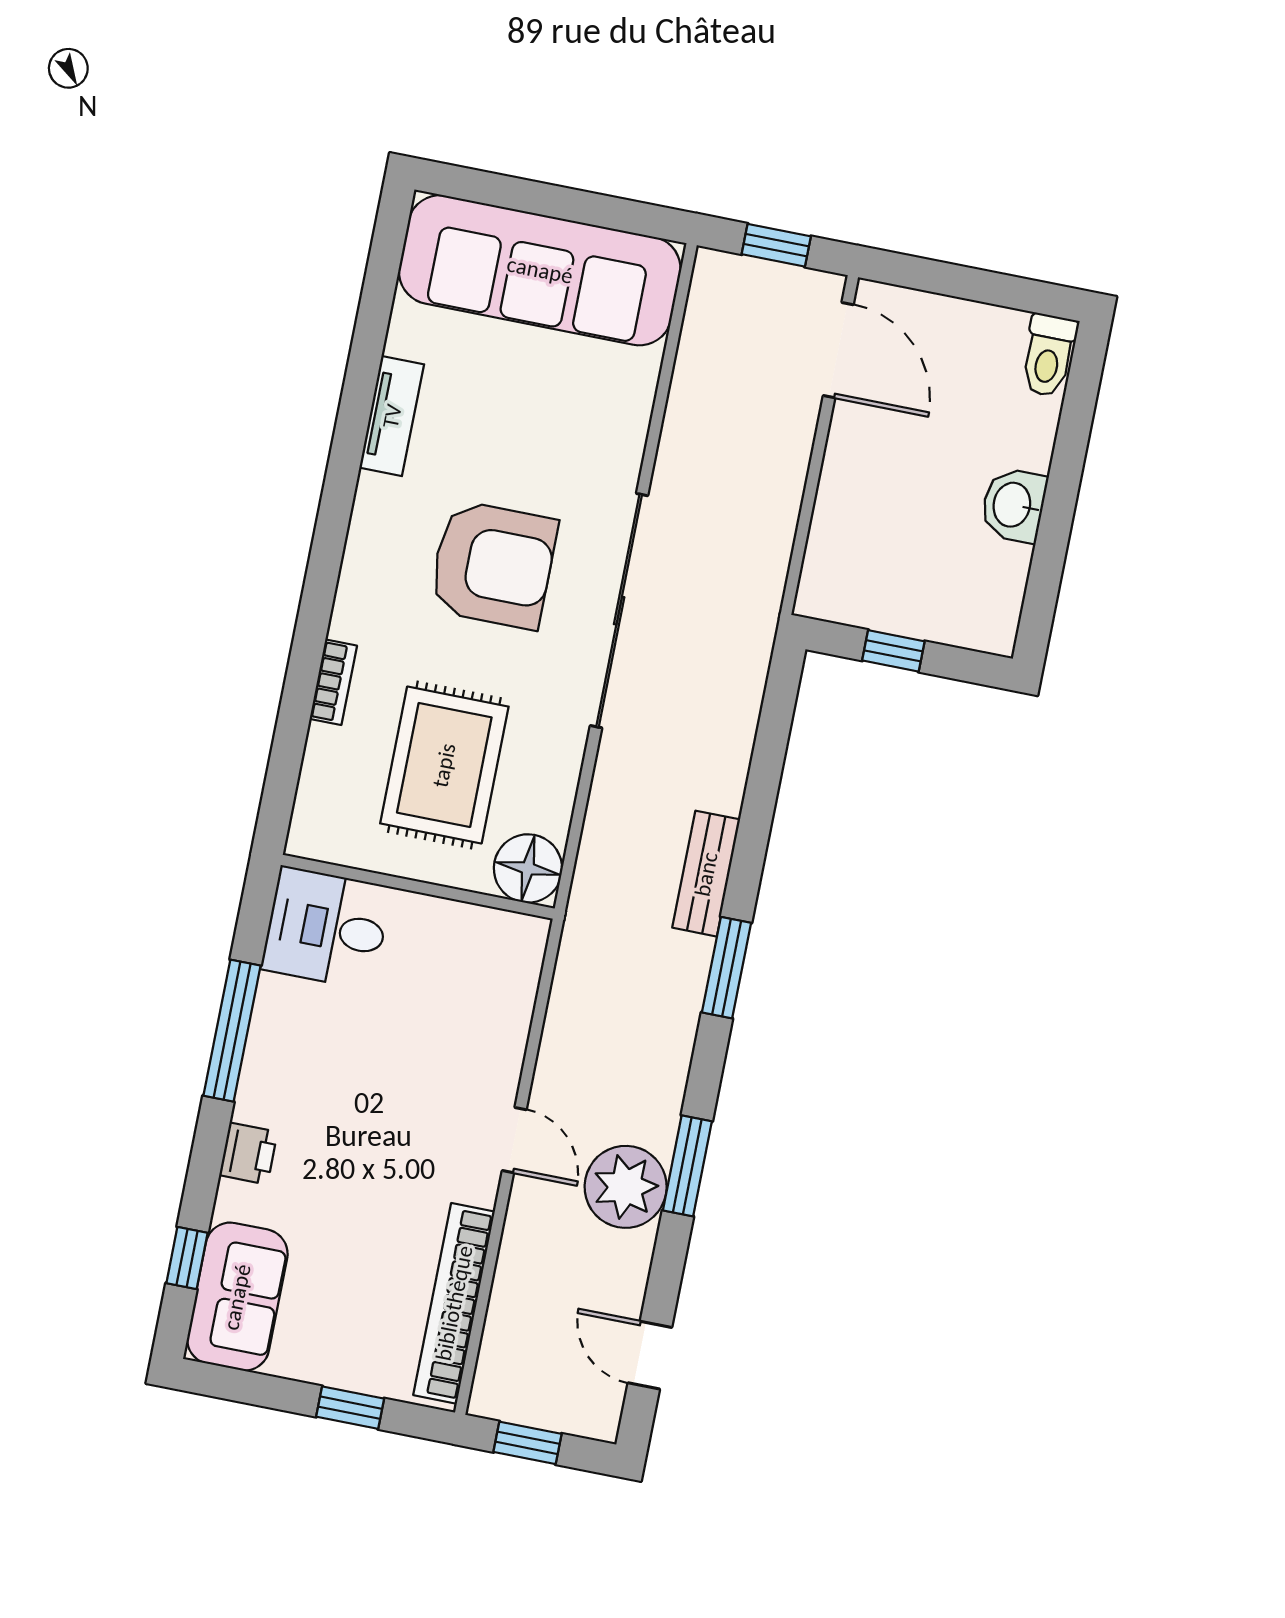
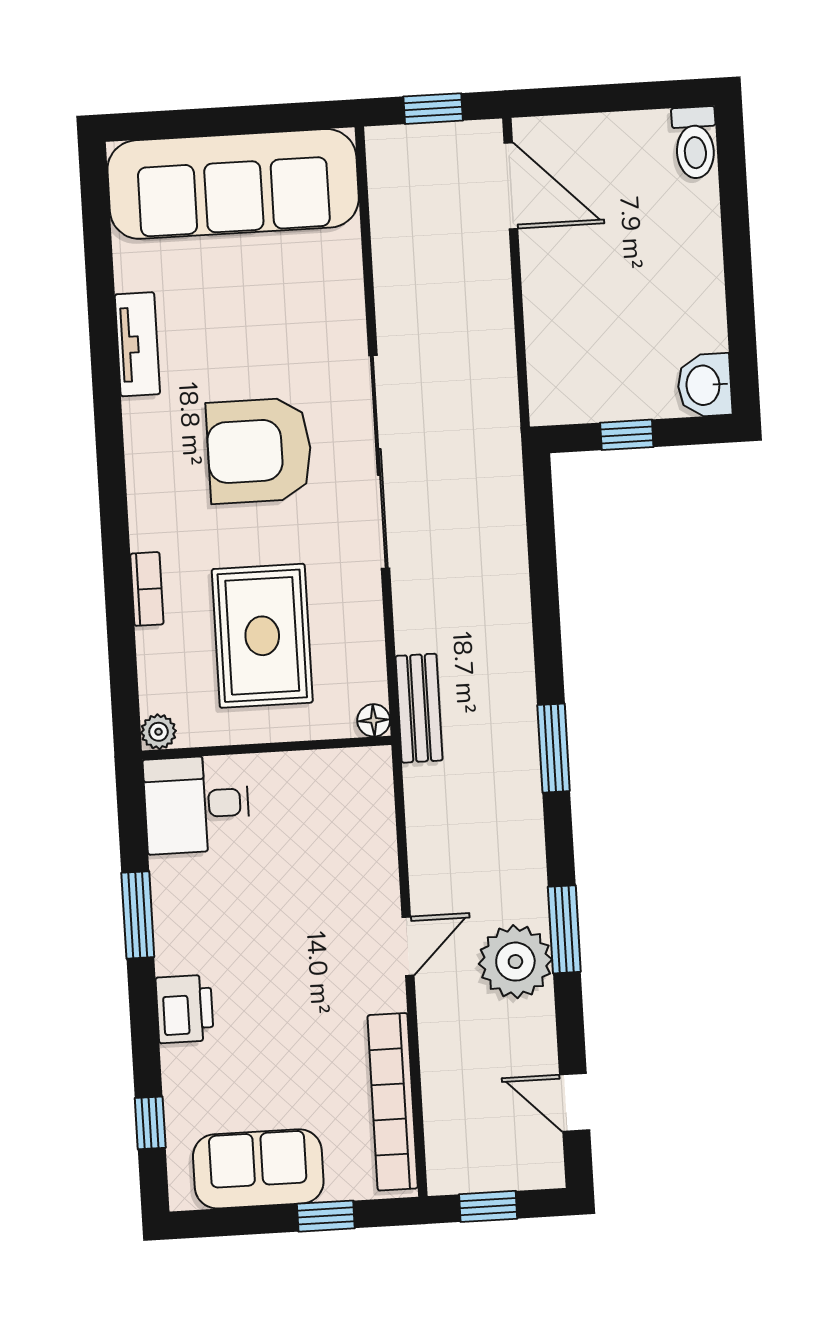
washbasin: (1014, 505) -> (705, 385), moved
armchair: (493, 565) -> (259, 451), turned 180
plant: (306, 839) -> (158, 732), added
floor lamp: (528, 868) -> (374, 720), width x0.53, depth x0.53
bench: (706, 874) -> (419, 708), moved
window: (232, 1031) -> (138, 915), width x0.69
door: (514, 1140) -> (408, 946), hinge flipped
printer: (248, 1154) -> (185, 1009), width x1.36, depth x1.24
sofa: (237, 1297) -> (258, 1169), moved, turned -90

